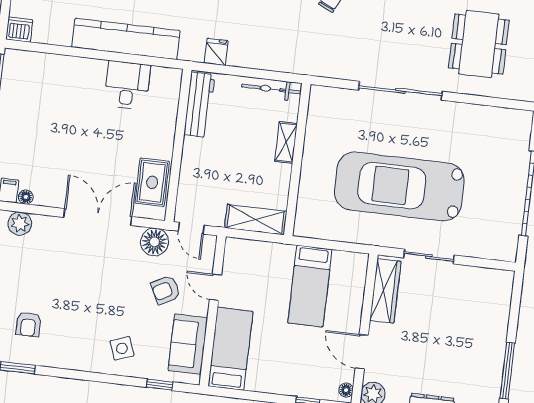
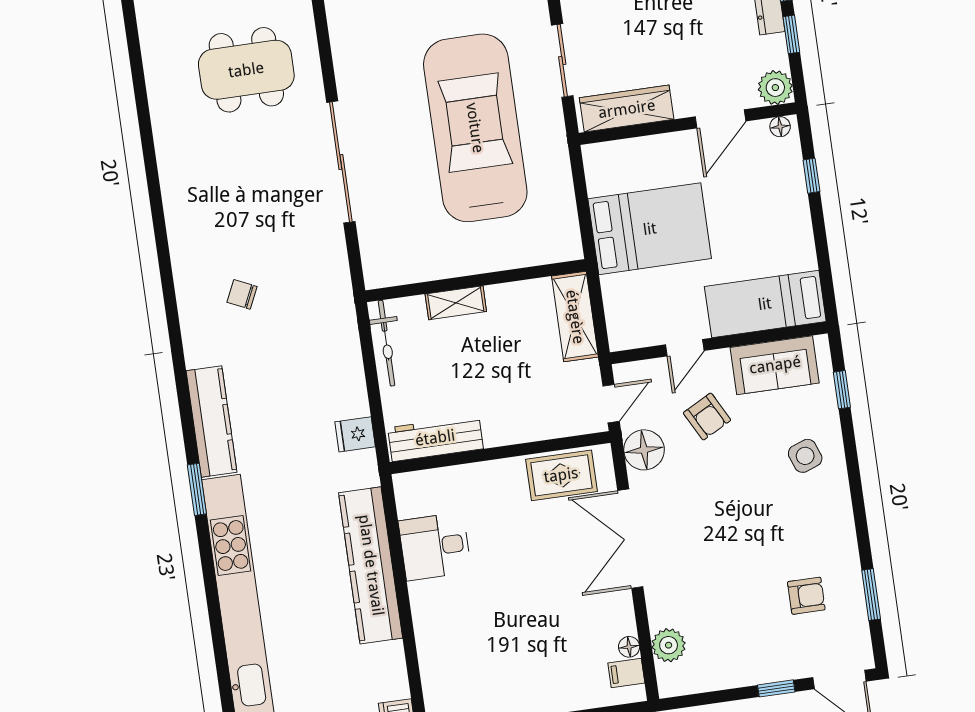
car: (399, 186) -> (475, 128), turned 180
bed: (310, 286) -> (650, 229), width x1.50

